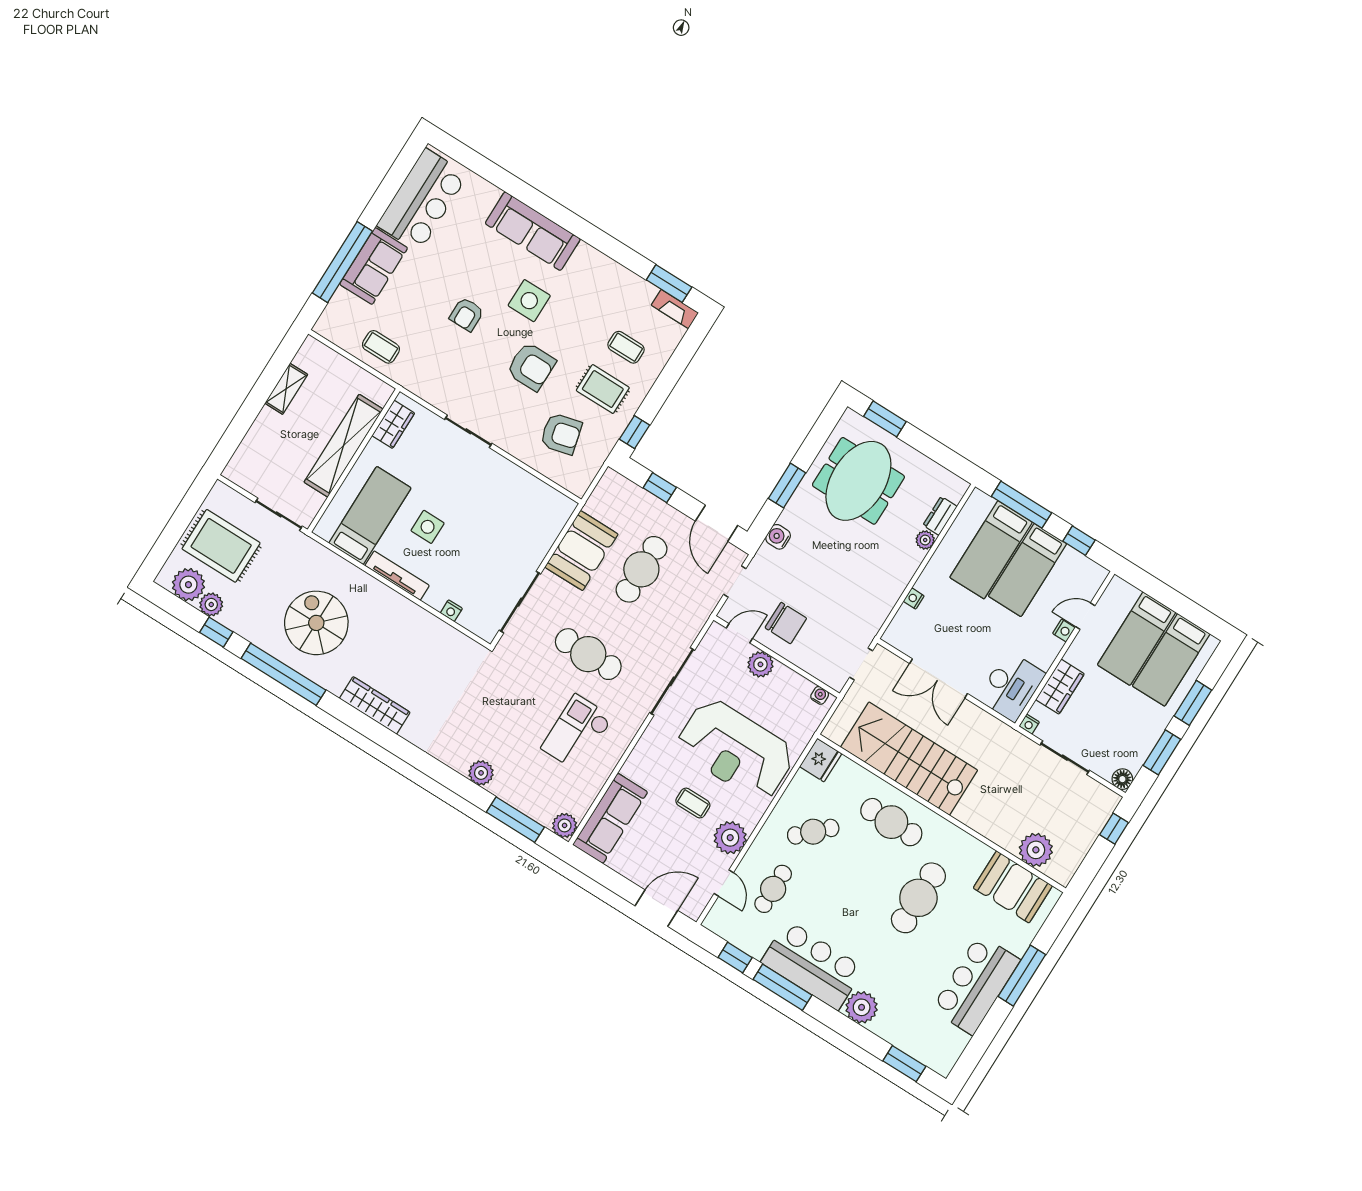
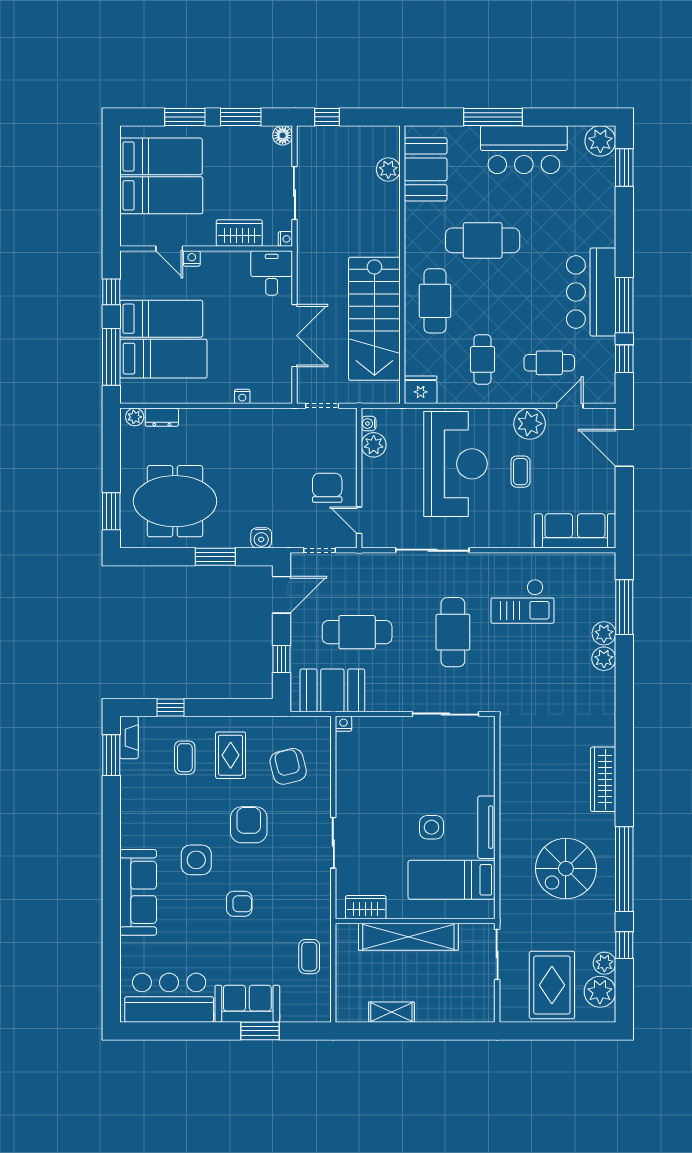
window: (342, 262) -> (260, 1031), width x0.47
window: (634, 432) -> (170, 708), moved
plant: (925, 540) -> (135, 417), moved
booth: (581, 551) -> (332, 690), moved
nightstand: (451, 611) -> (343, 724), moved, turned -90
plant: (760, 664) -> (374, 445), moved
desk: (1011, 686) -> (272, 273), width x0.73
plant: (565, 825) -> (604, 633), moved
cafe table: (813, 832) -> (482, 359), turned 44
plant: (1036, 850) -> (388, 170), width x0.73, depth x0.73
plant: (862, 1007) -> (600, 141), moved

